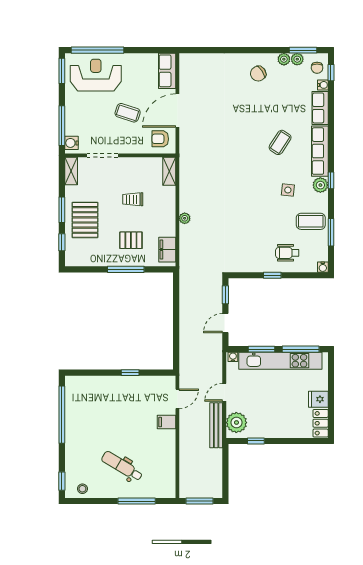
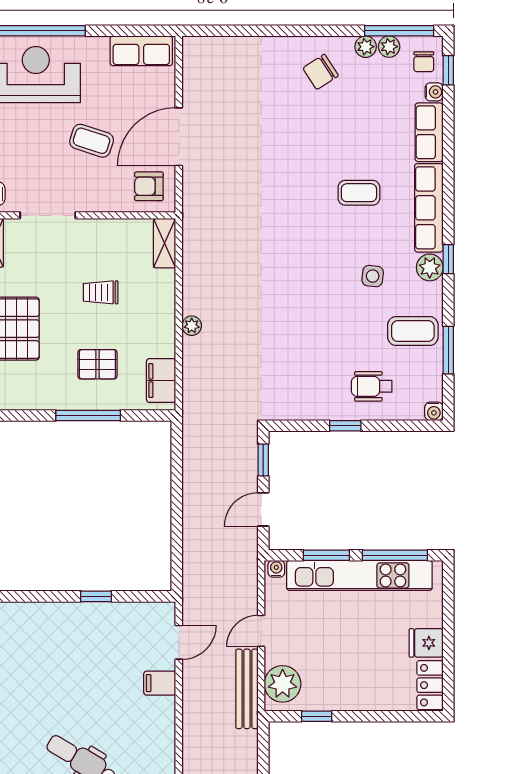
window: (303, 50) -> (399, 31), width x1.44
row of seats: (167, 71) -> (141, 51), moved, turned -90
coffee table: (280, 142) -> (359, 193), turned 57

